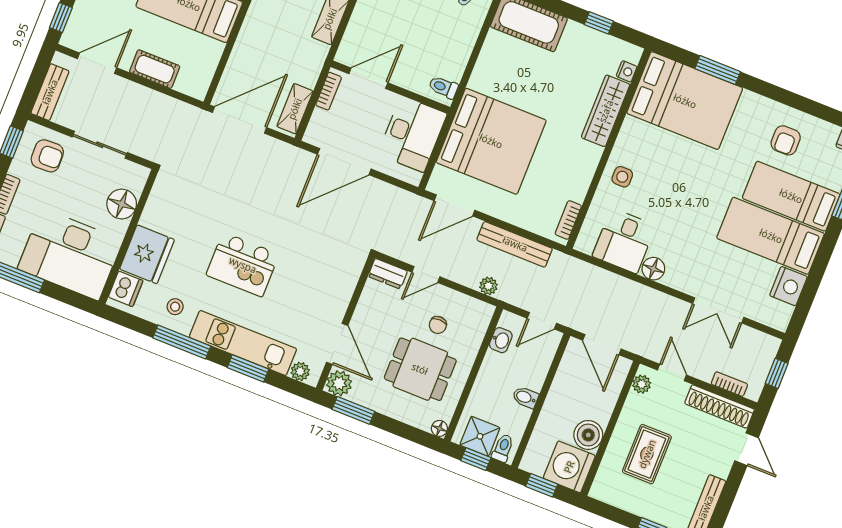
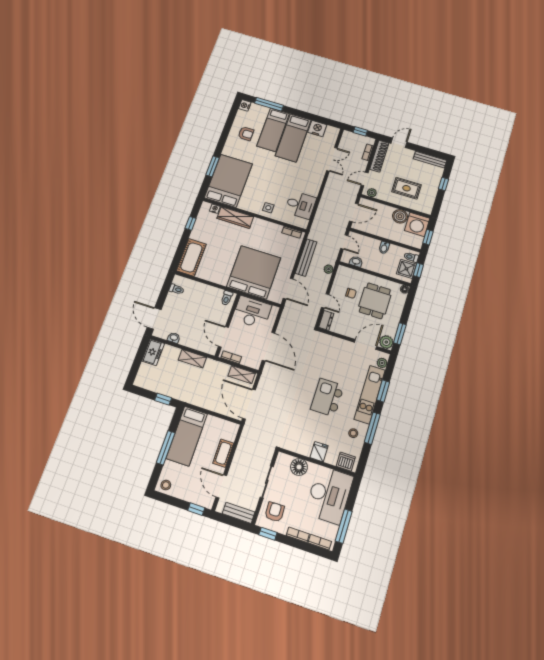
fridge: (147, 254) -> (319, 452), width x0.53, depth x0.75
kitchen island: (243, 265) -> (327, 397), turned 180
floor lamp: (653, 269) -> (314, 190), removed

